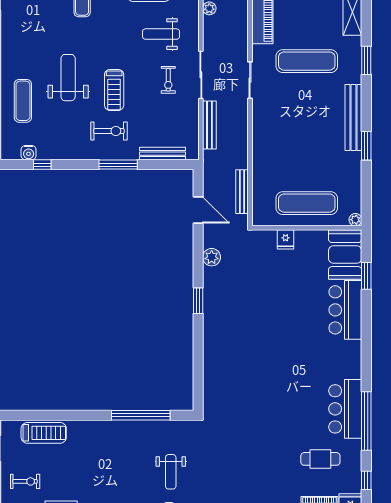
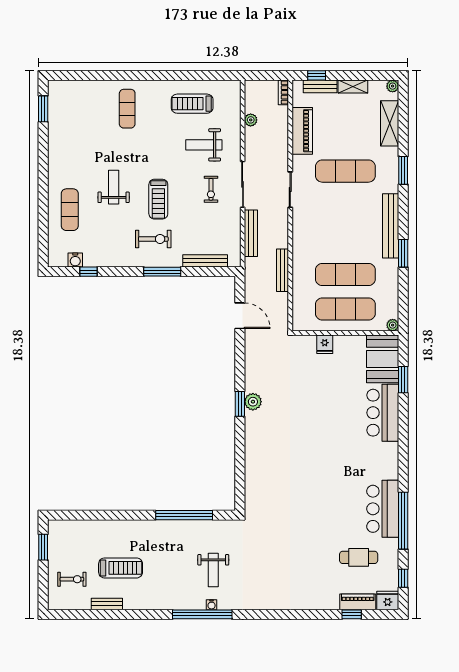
weight bench: (68, 78) -> (114, 187), width x0.73, depth x0.75
exercise mat: (307, 168) -> (345, 275), added
bench: (242, 192) -> (282, 270), moved
plant: (212, 257) -> (253, 402), moved
treadmill: (44, 433) -> (121, 568), moved

